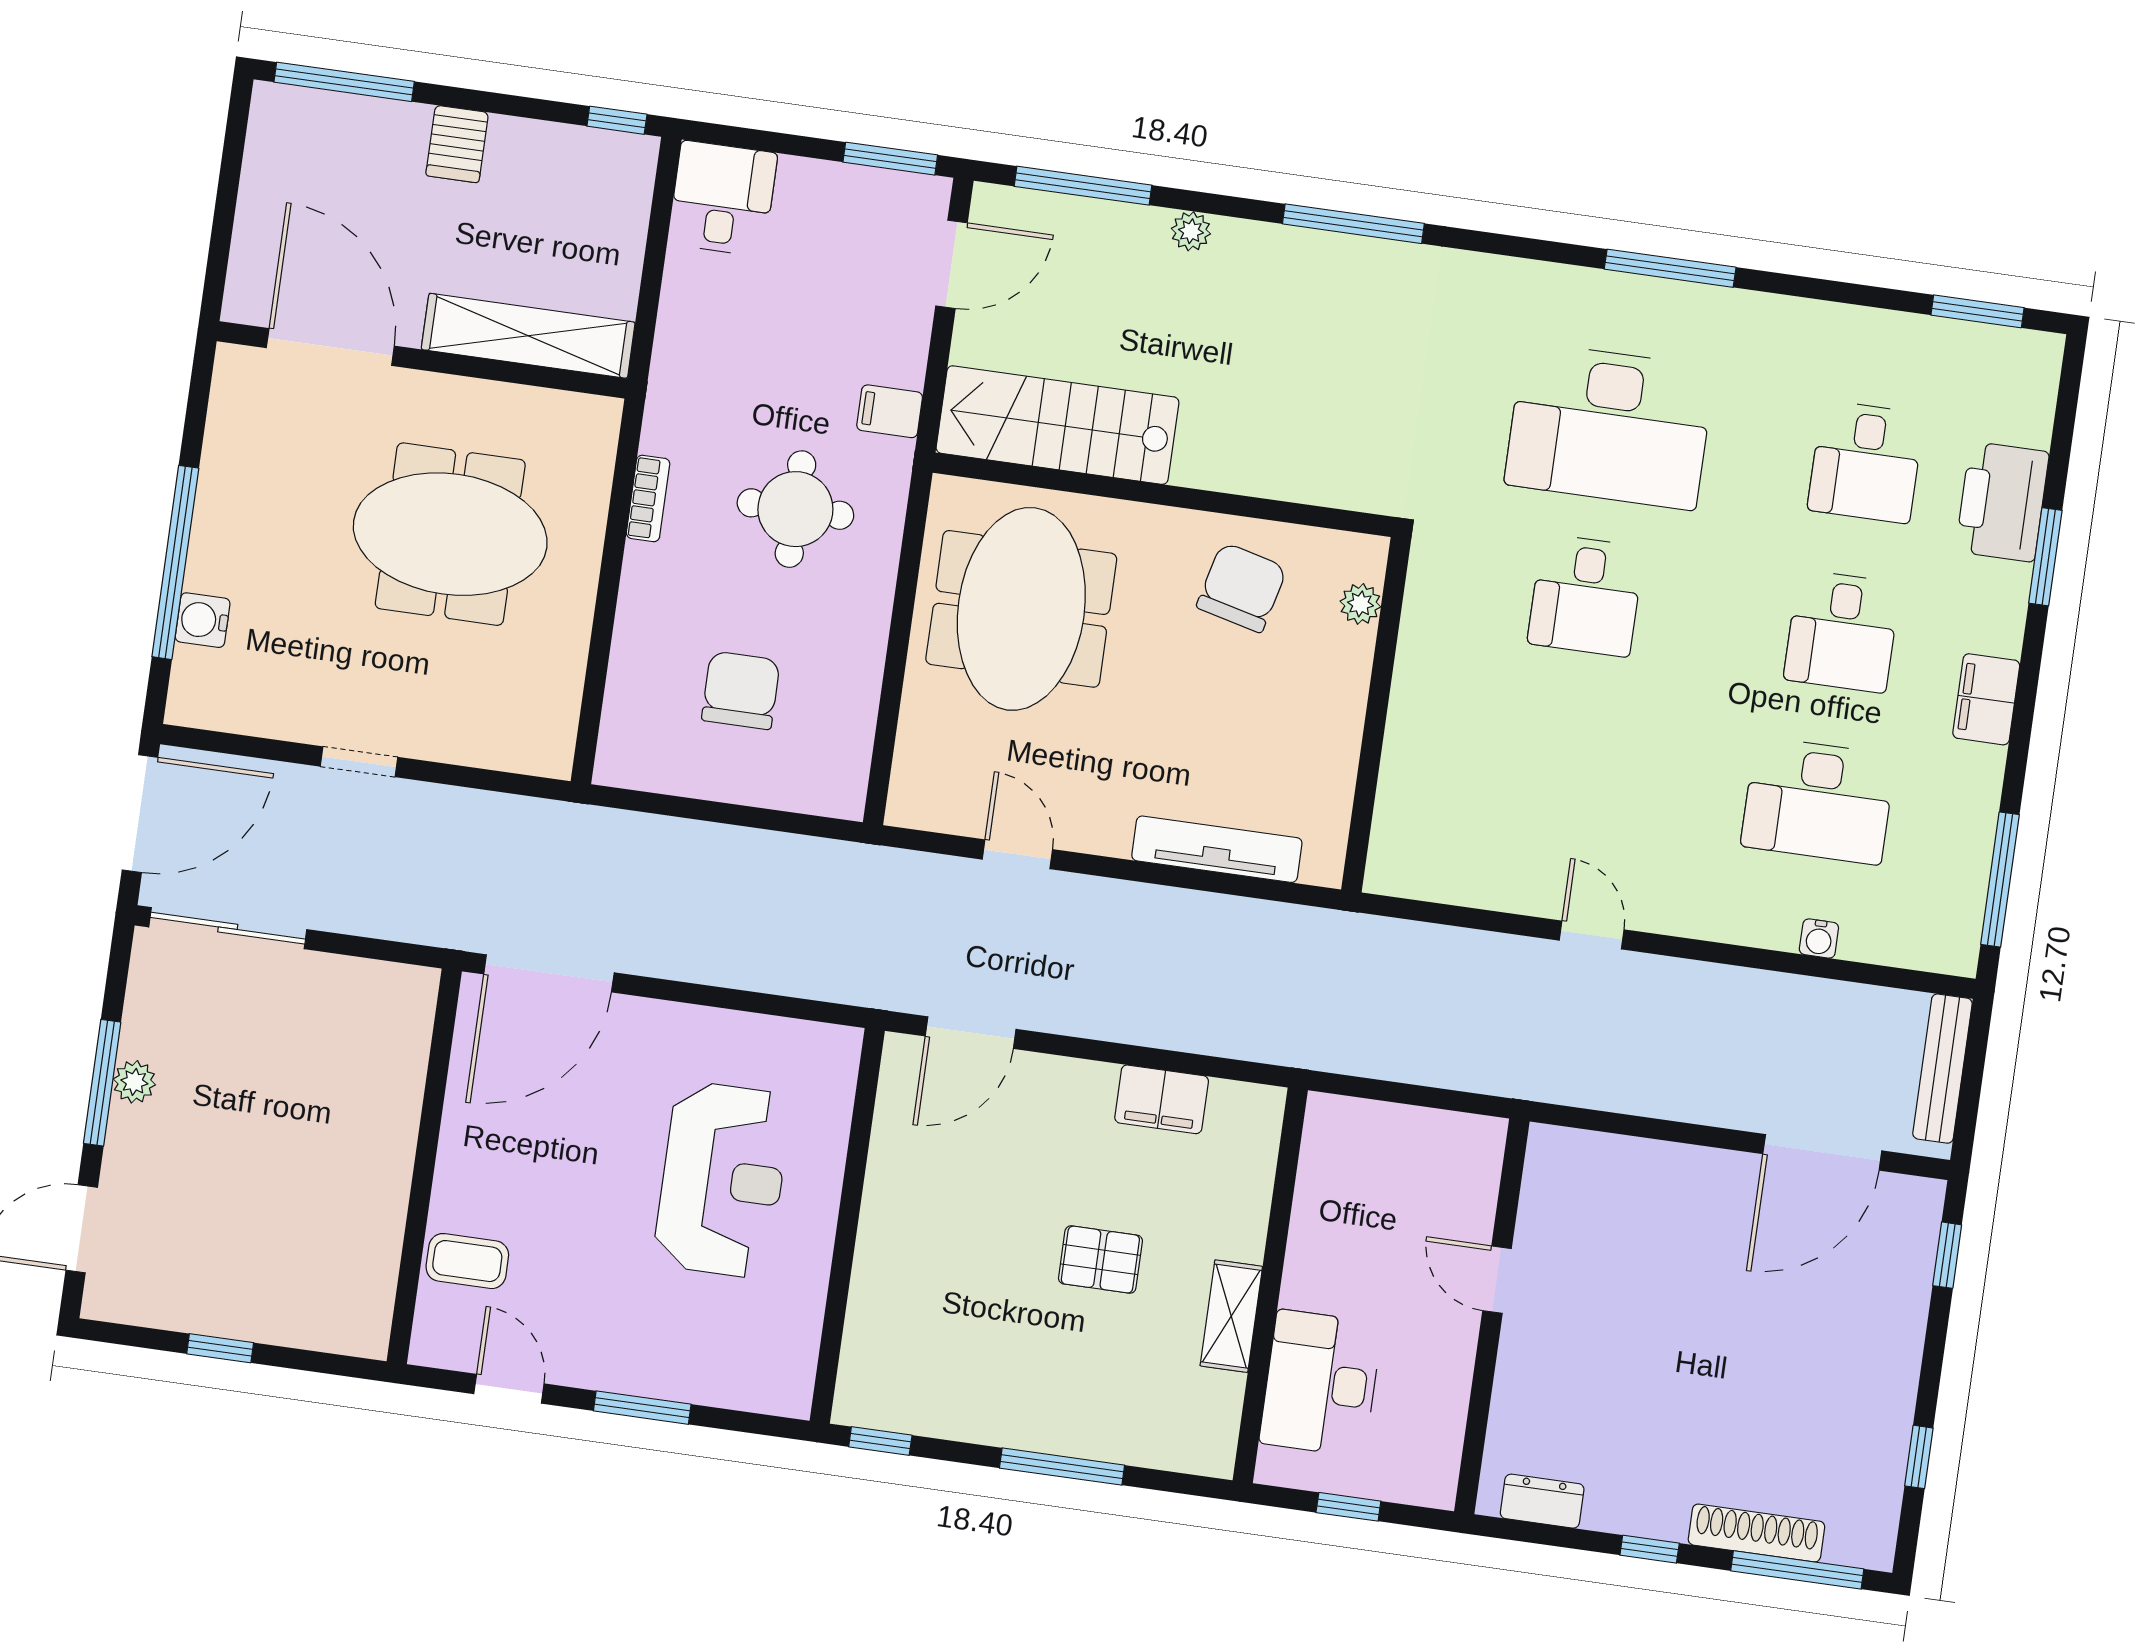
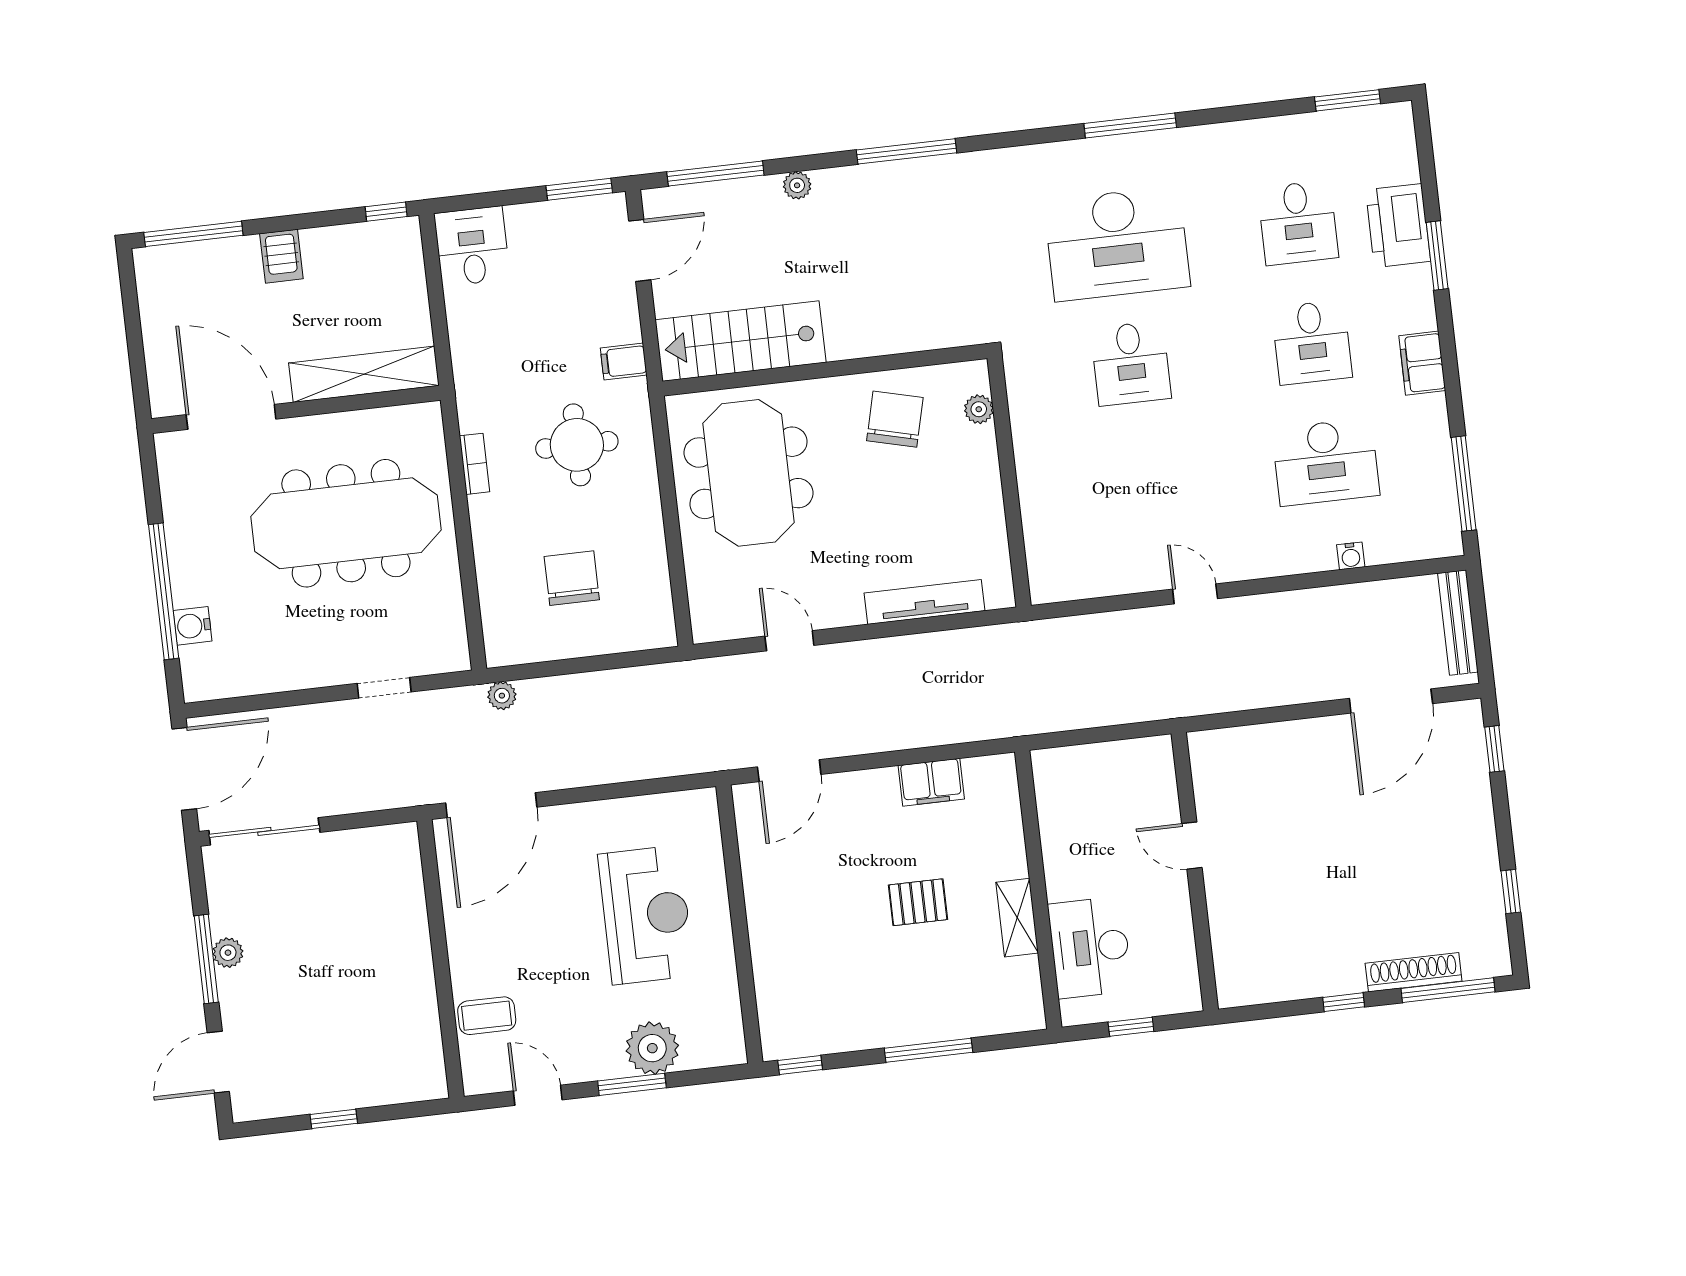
meeting table: (450, 534) -> (346, 523), width x1.36
doorway: (359, 762) -> (384, 688), moved
plant: (603, 827) -> (502, 696), added
plant: (683, 1365) -> (652, 1048), added
dresser: (1542, 1501) -> (1262, 988), removed

